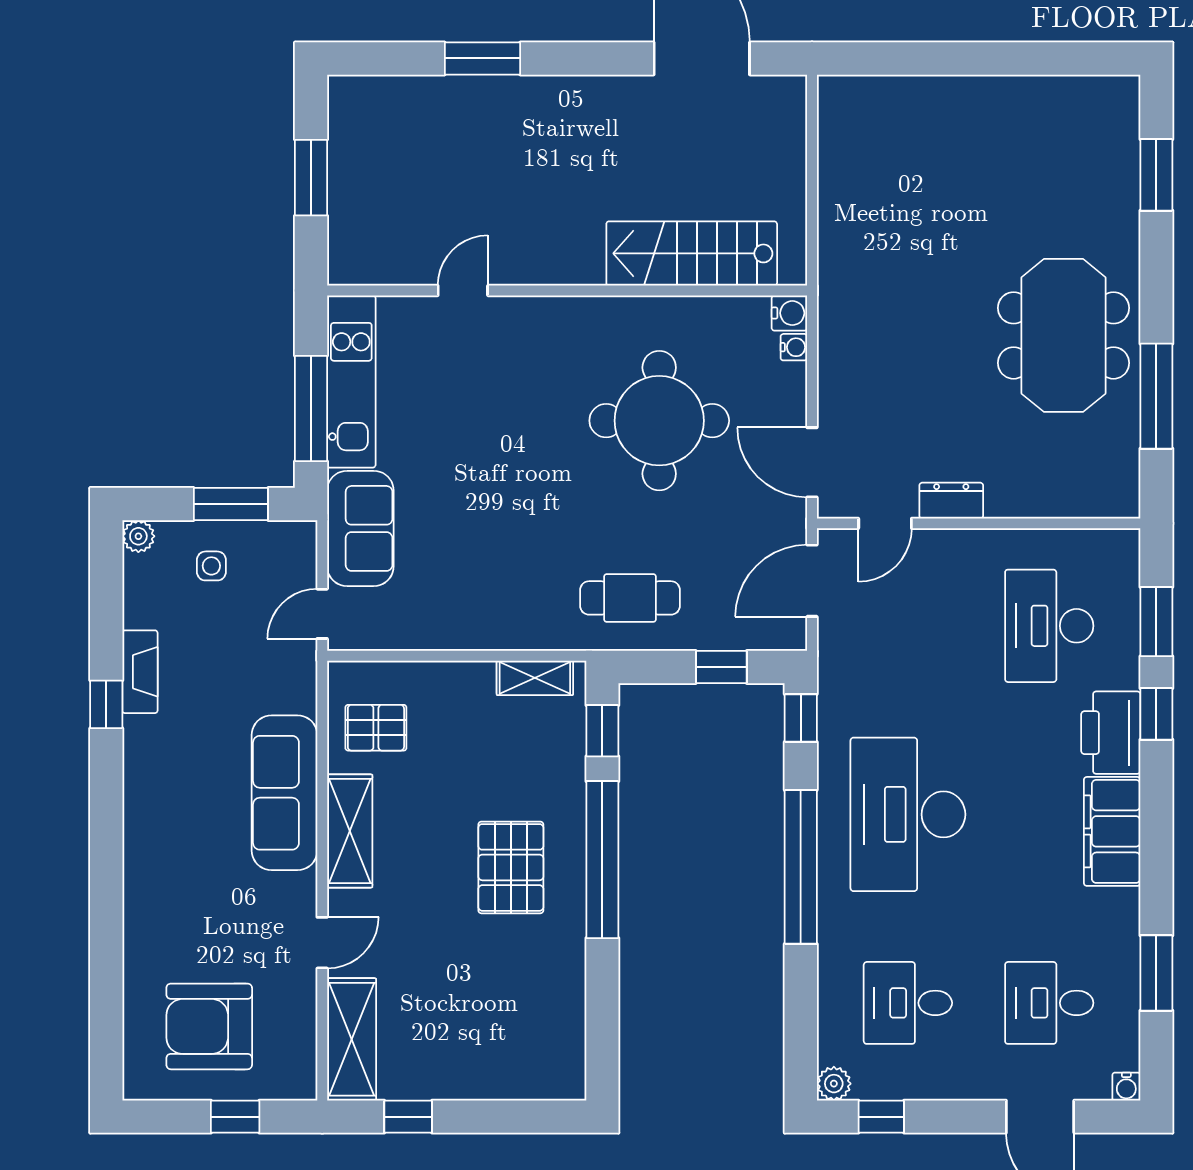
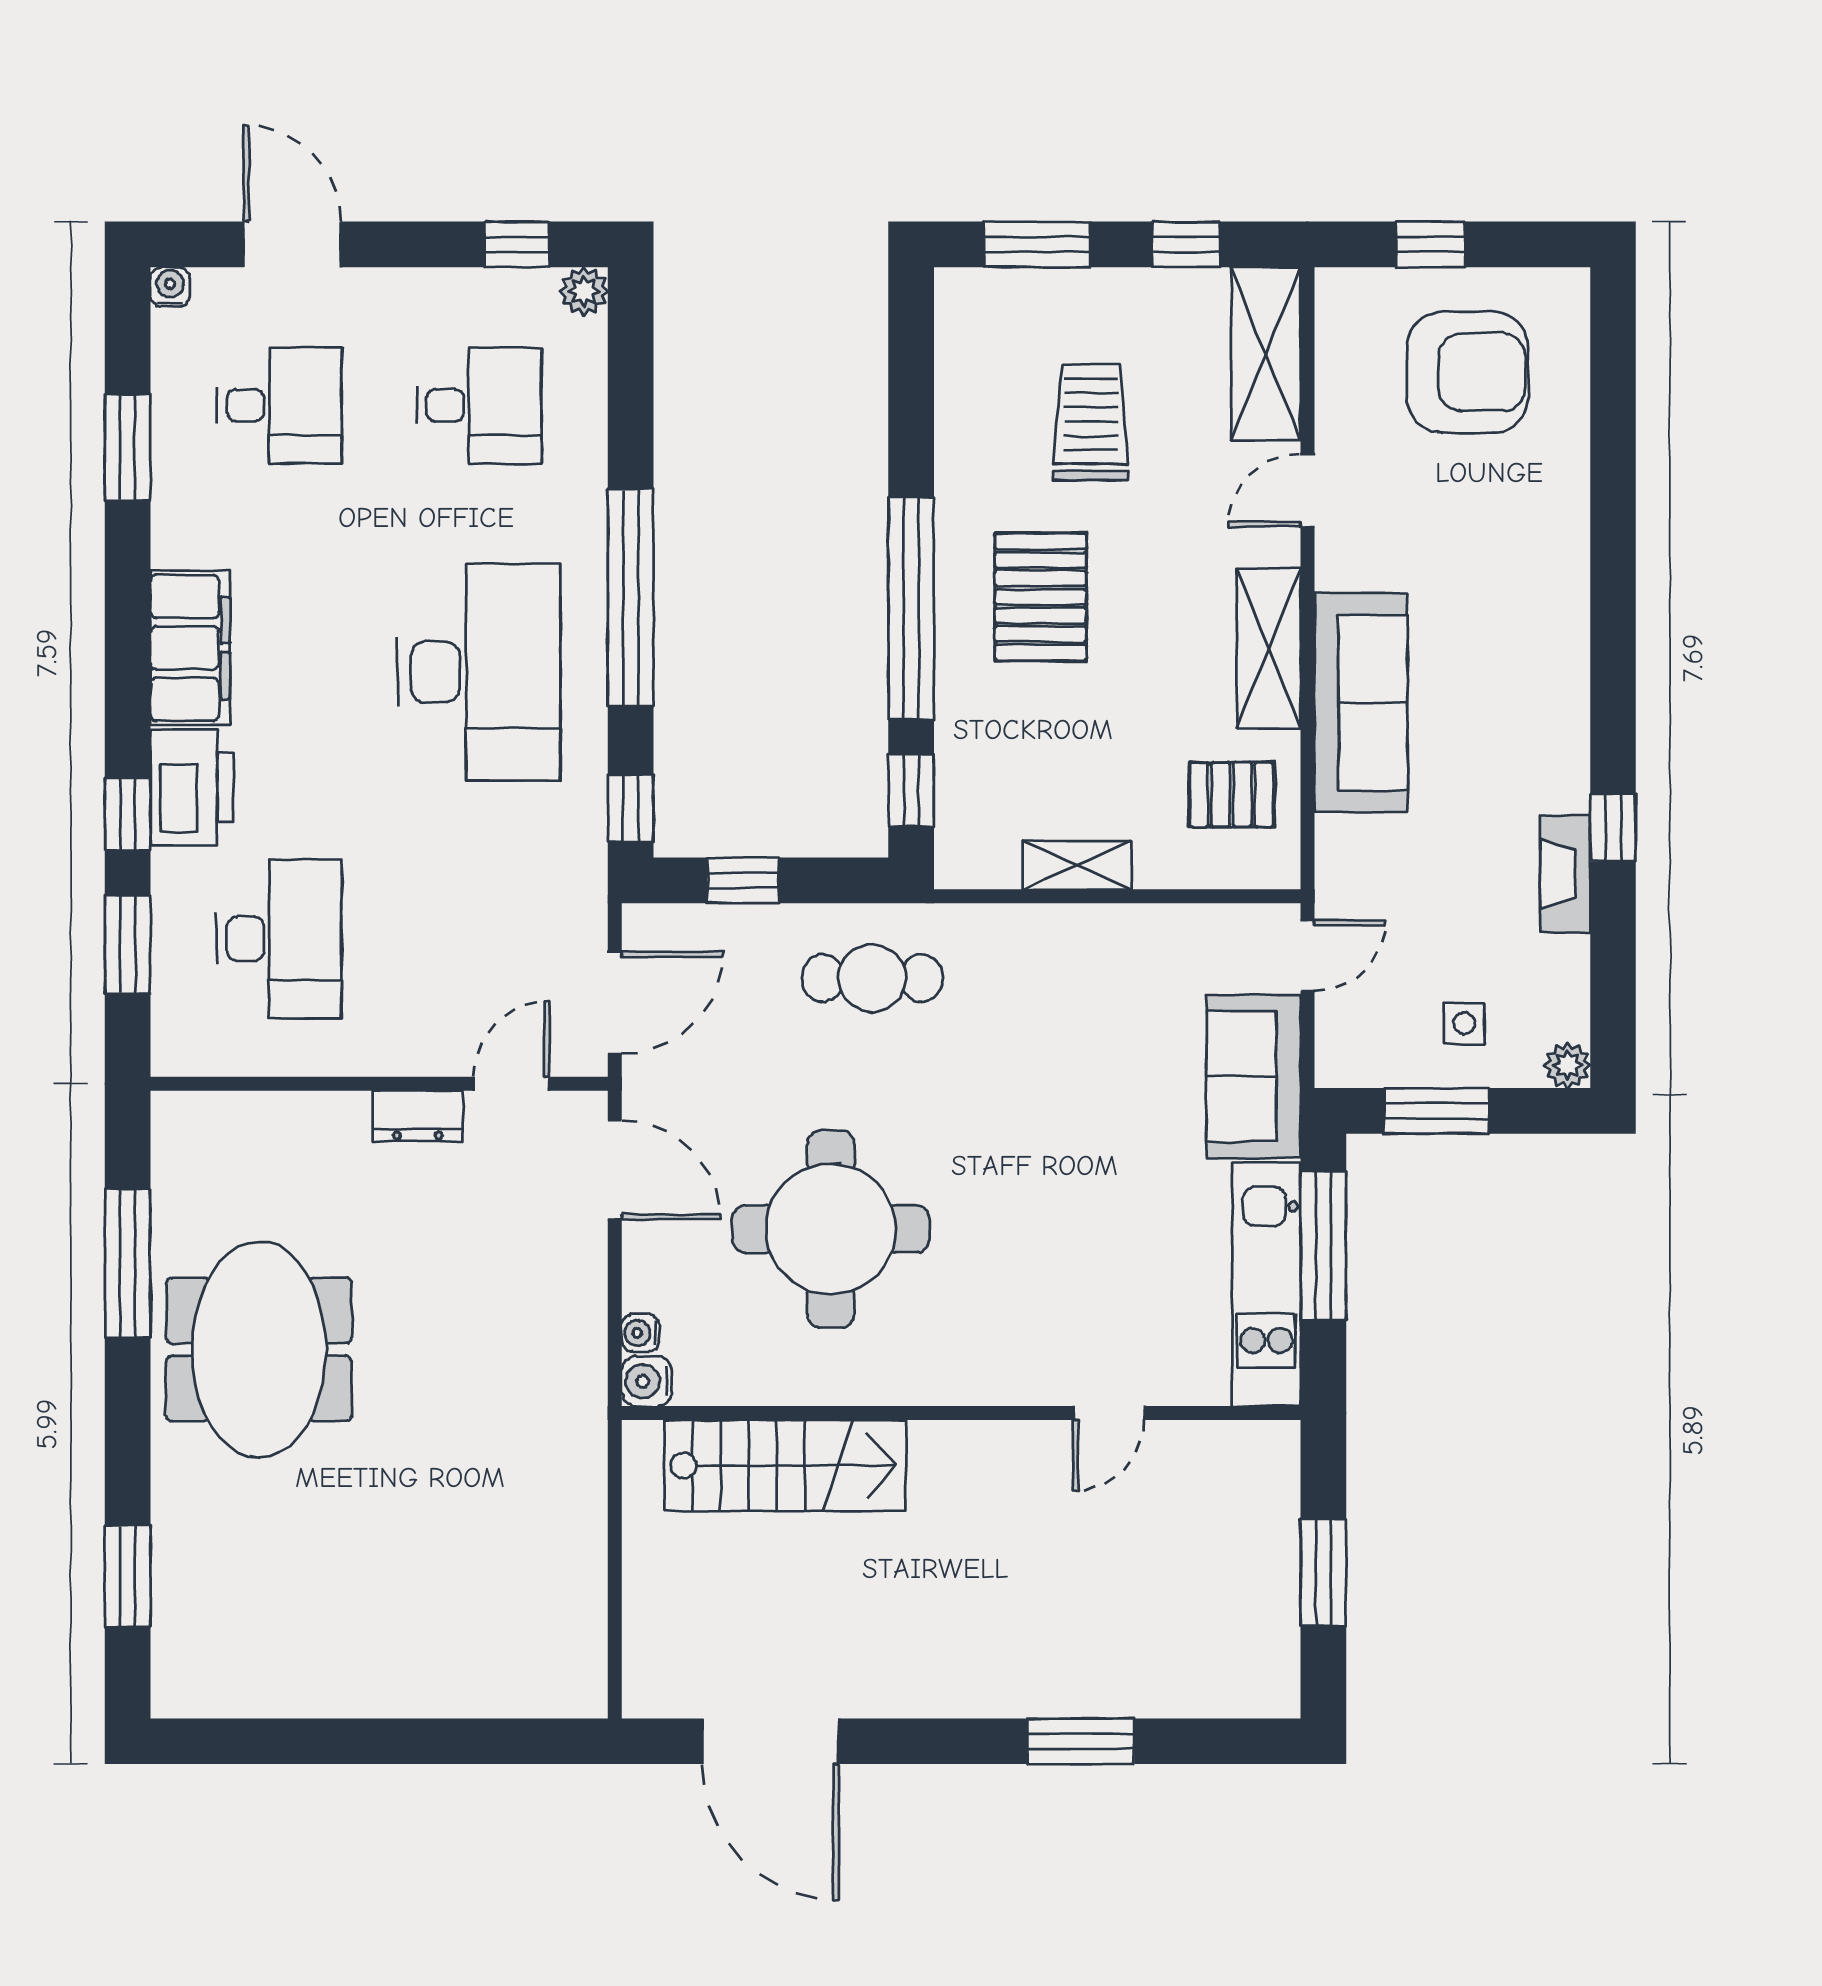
shelving: (535, 678) -> (1077, 865), moved
trolley: (475, 991) -> (1091, 422), added
window: (513, 1117) -> (1037, 244), added

